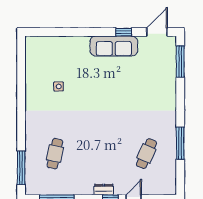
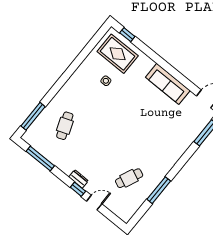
window: (124, 32) -> (127, 35), moved
rug: (50, 55) -> (118, 54), added
cafe table: (55, 154) -> (65, 126), turned -33

